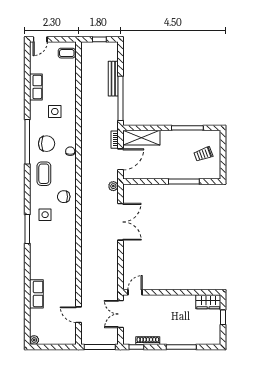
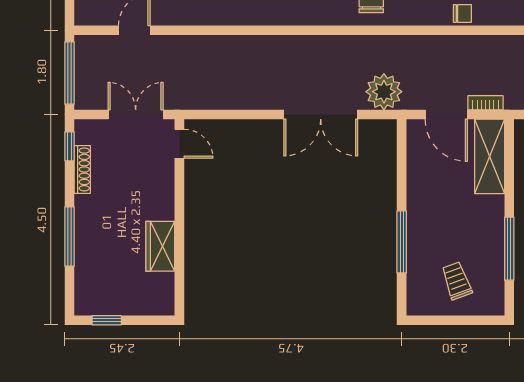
plant: (113, 186) -> (384, 92), width x1.88, depth x1.88
wardrobe: (208, 302) -> (160, 246), moved
window: (223, 317) -> (107, 320), moved

